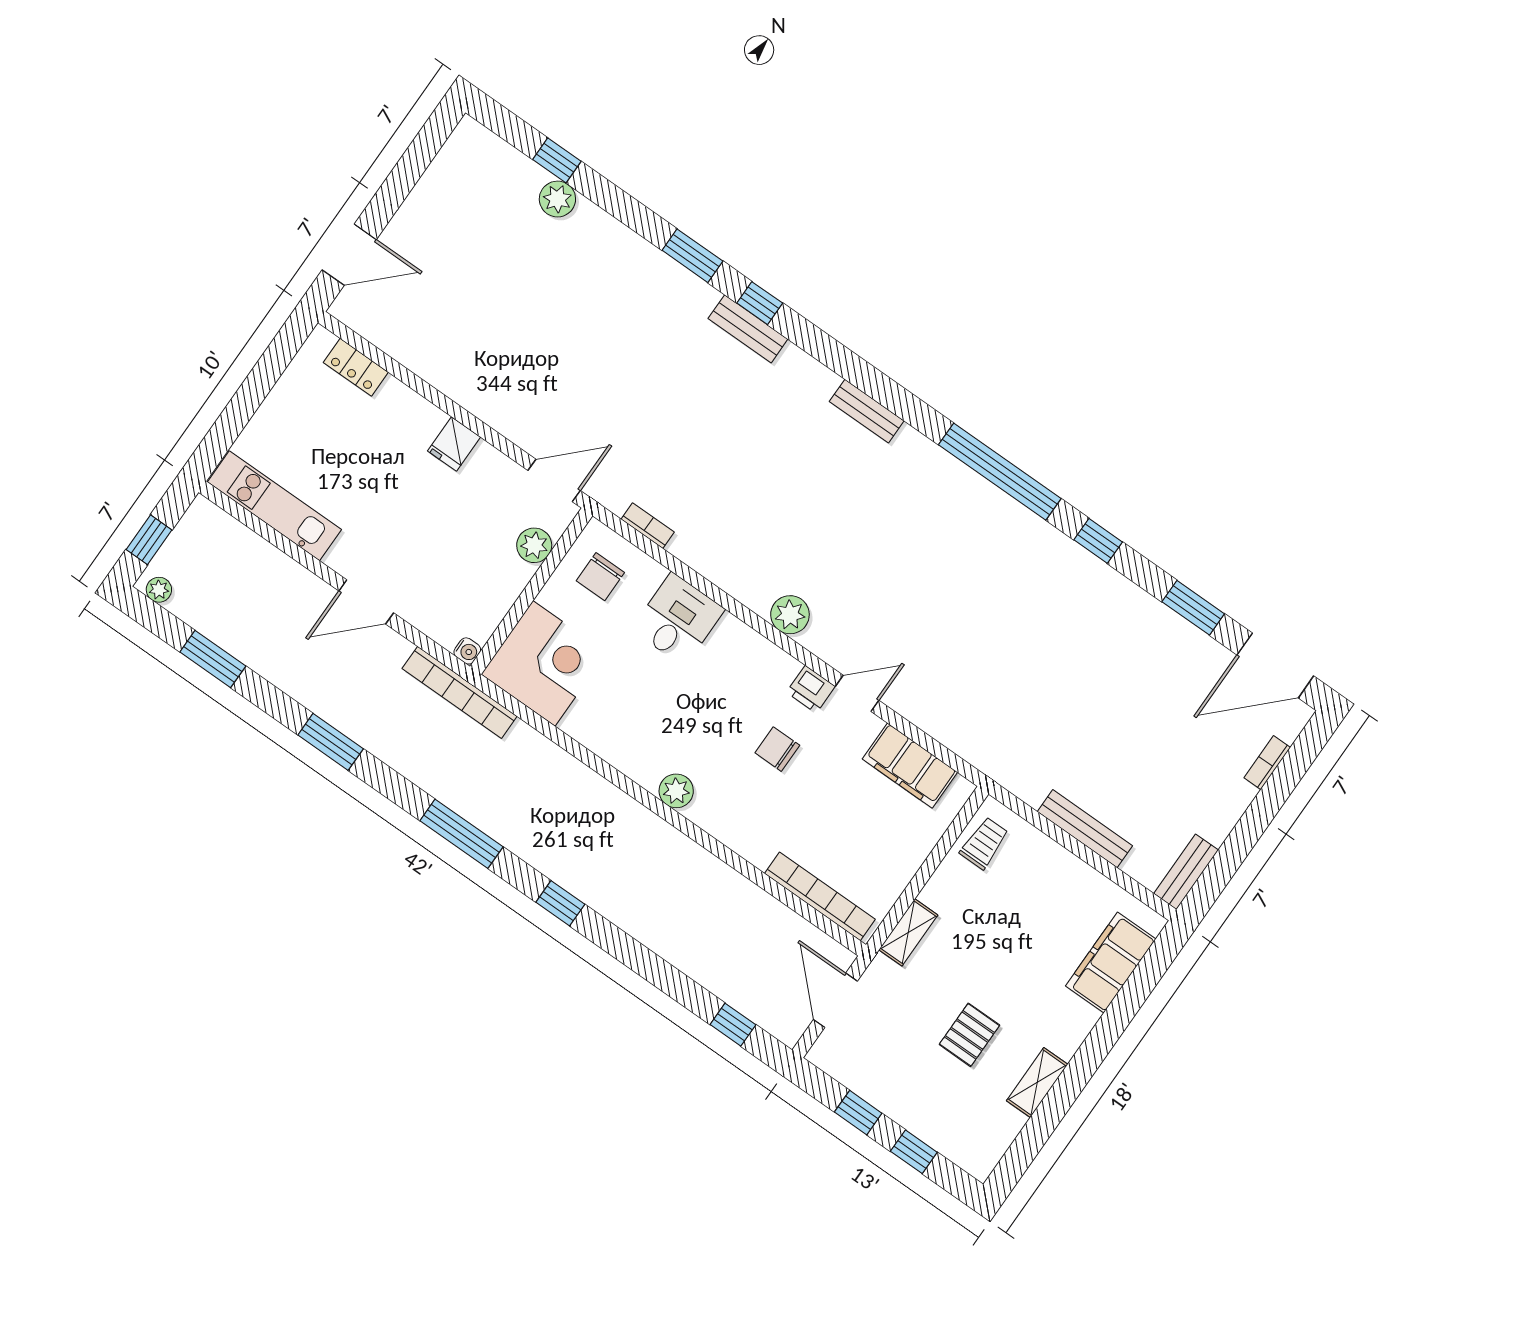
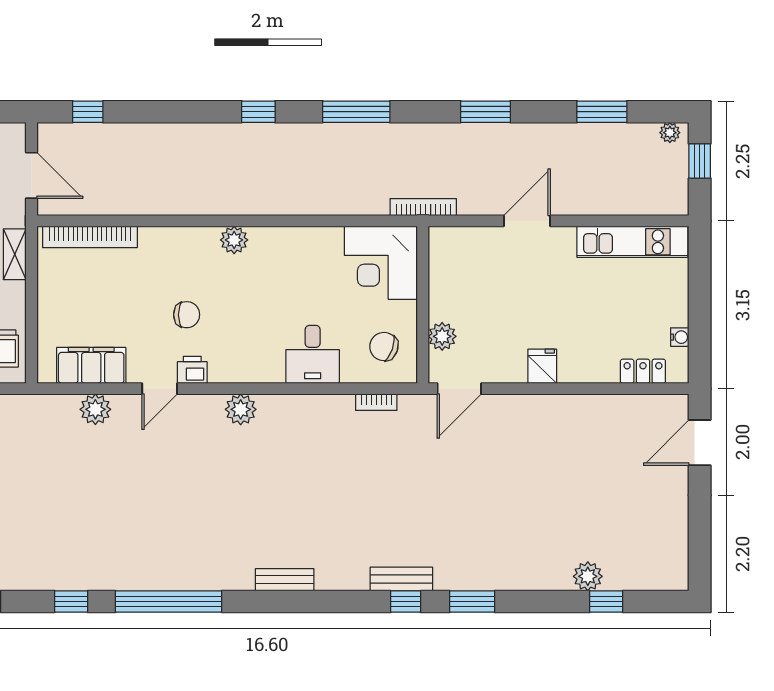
chair: (600, 577) -> (384, 347), turned -71
water cooler: (467, 651) -> (680, 337), moved, turned 180
bookcase: (460, 692) -> (423, 207), width x0.68, depth x0.76
plant: (937, 718) -> (95, 409), added

